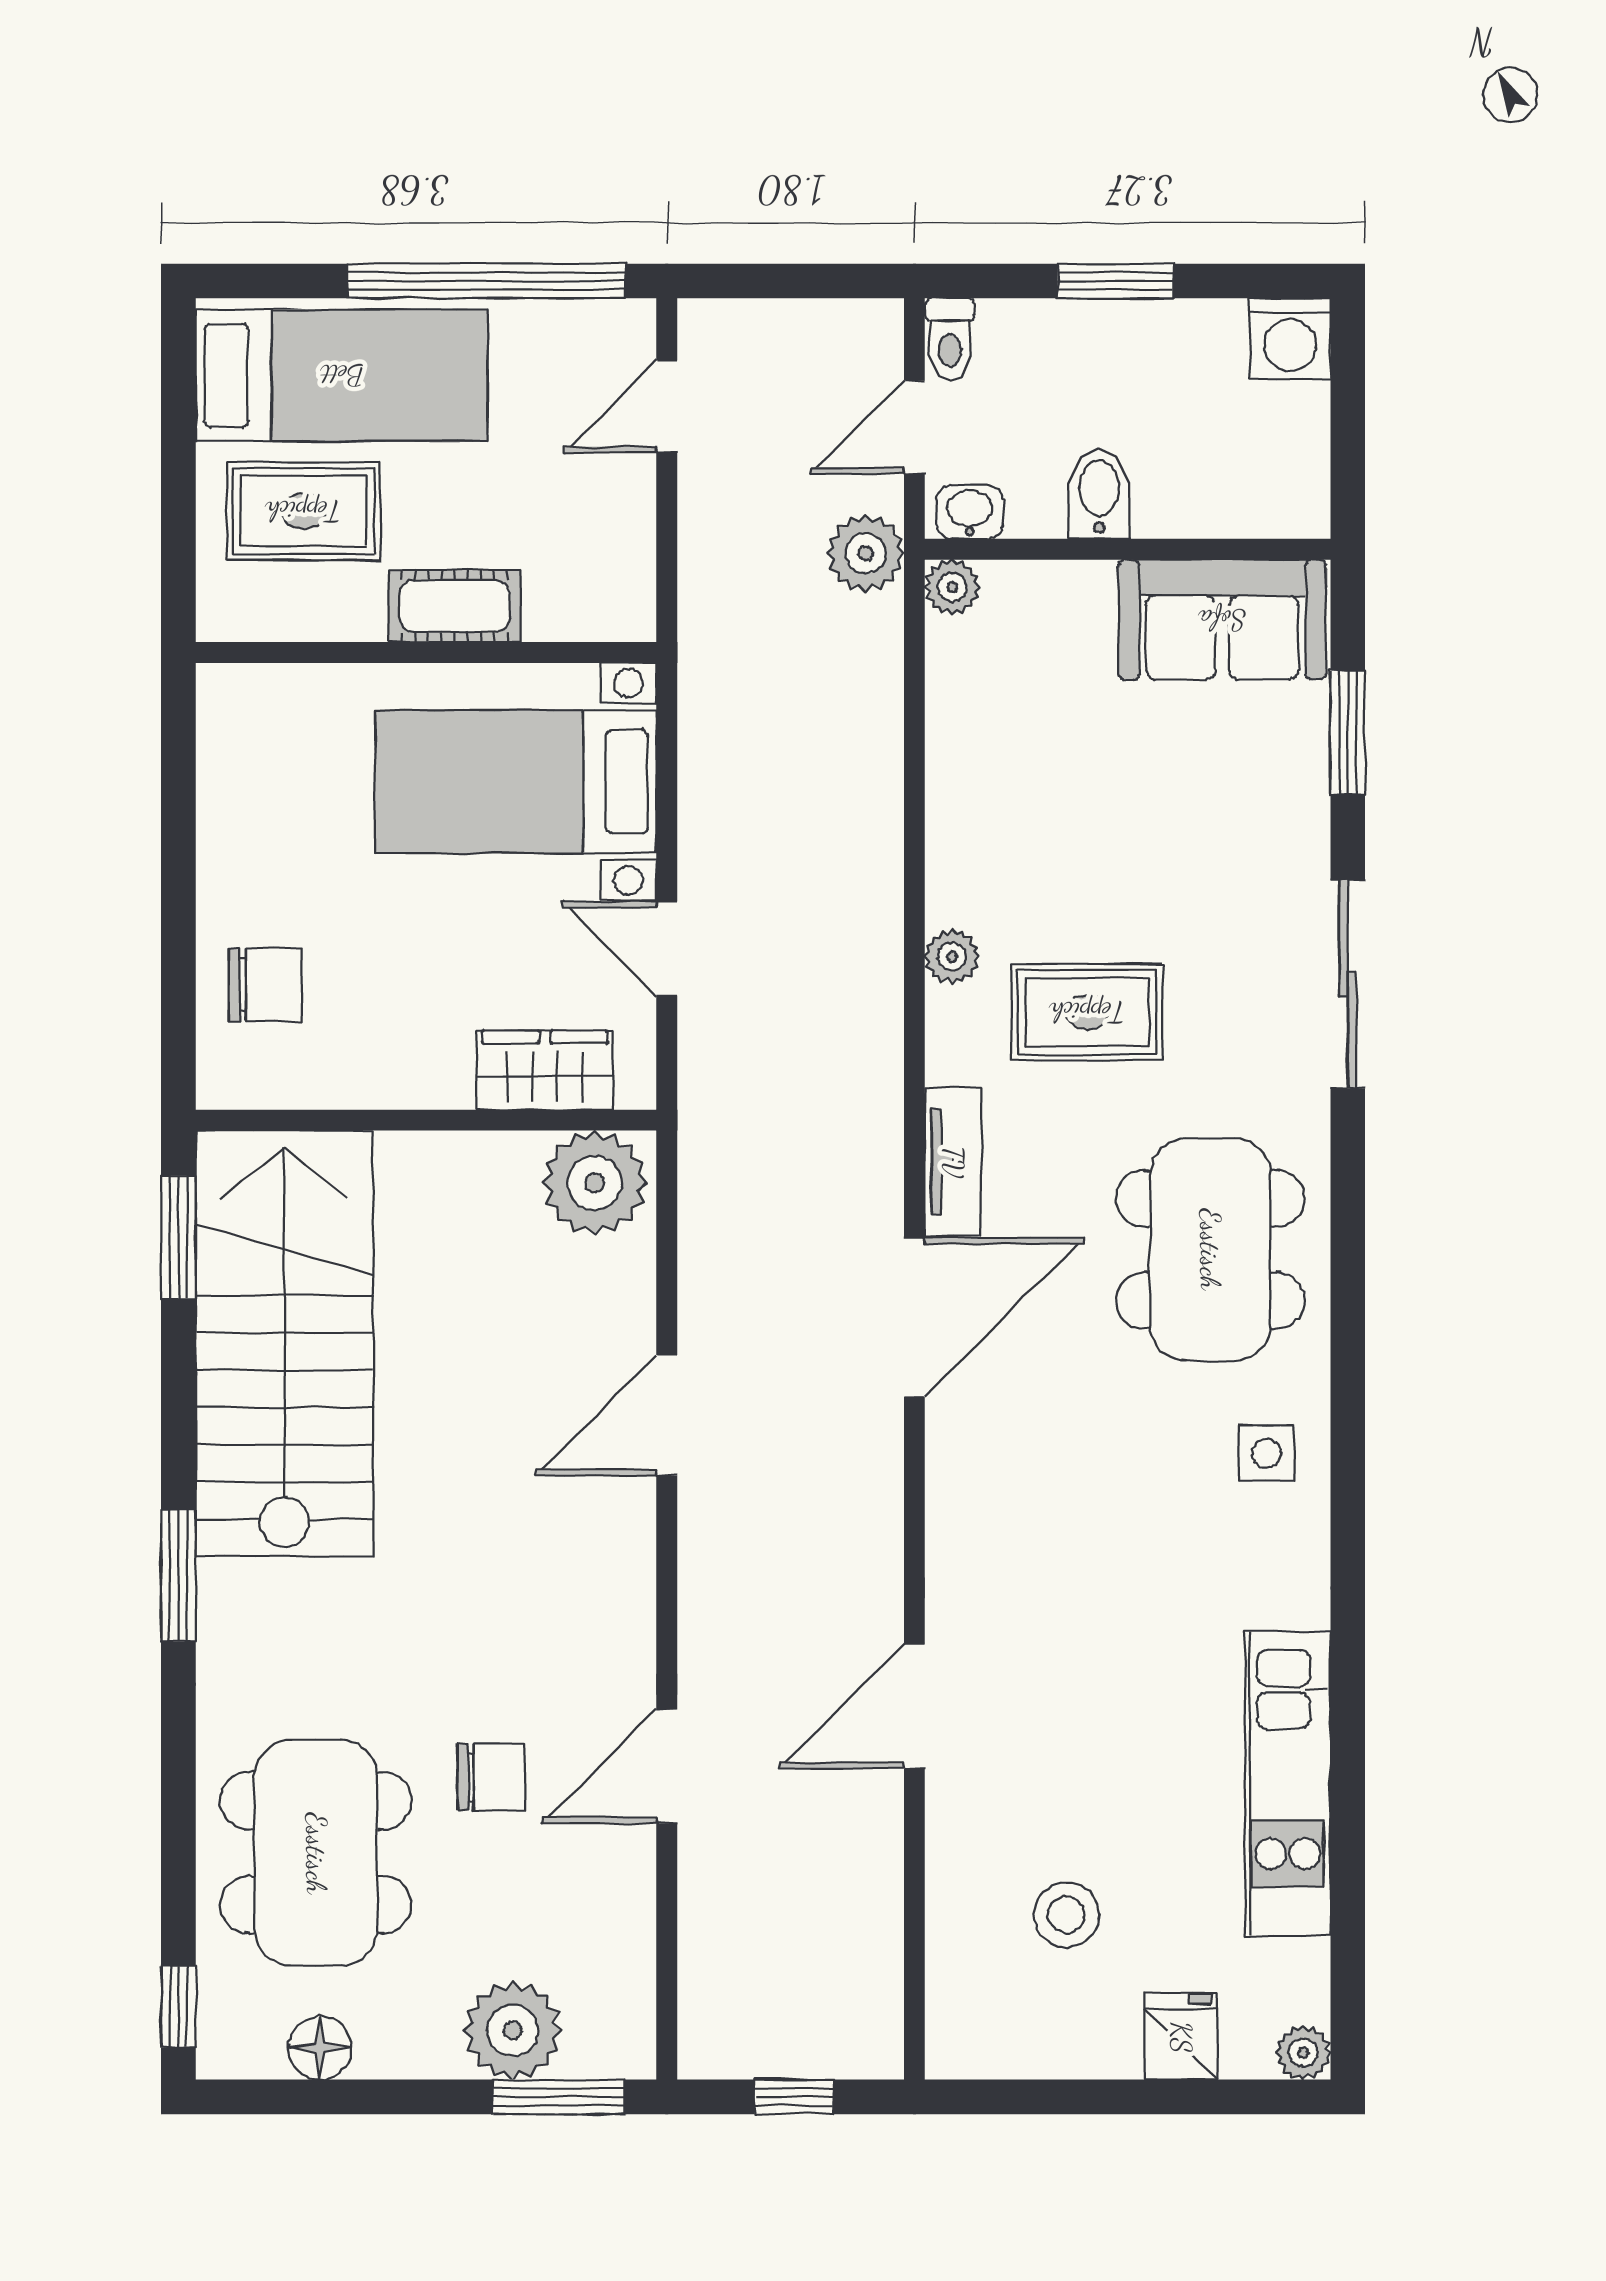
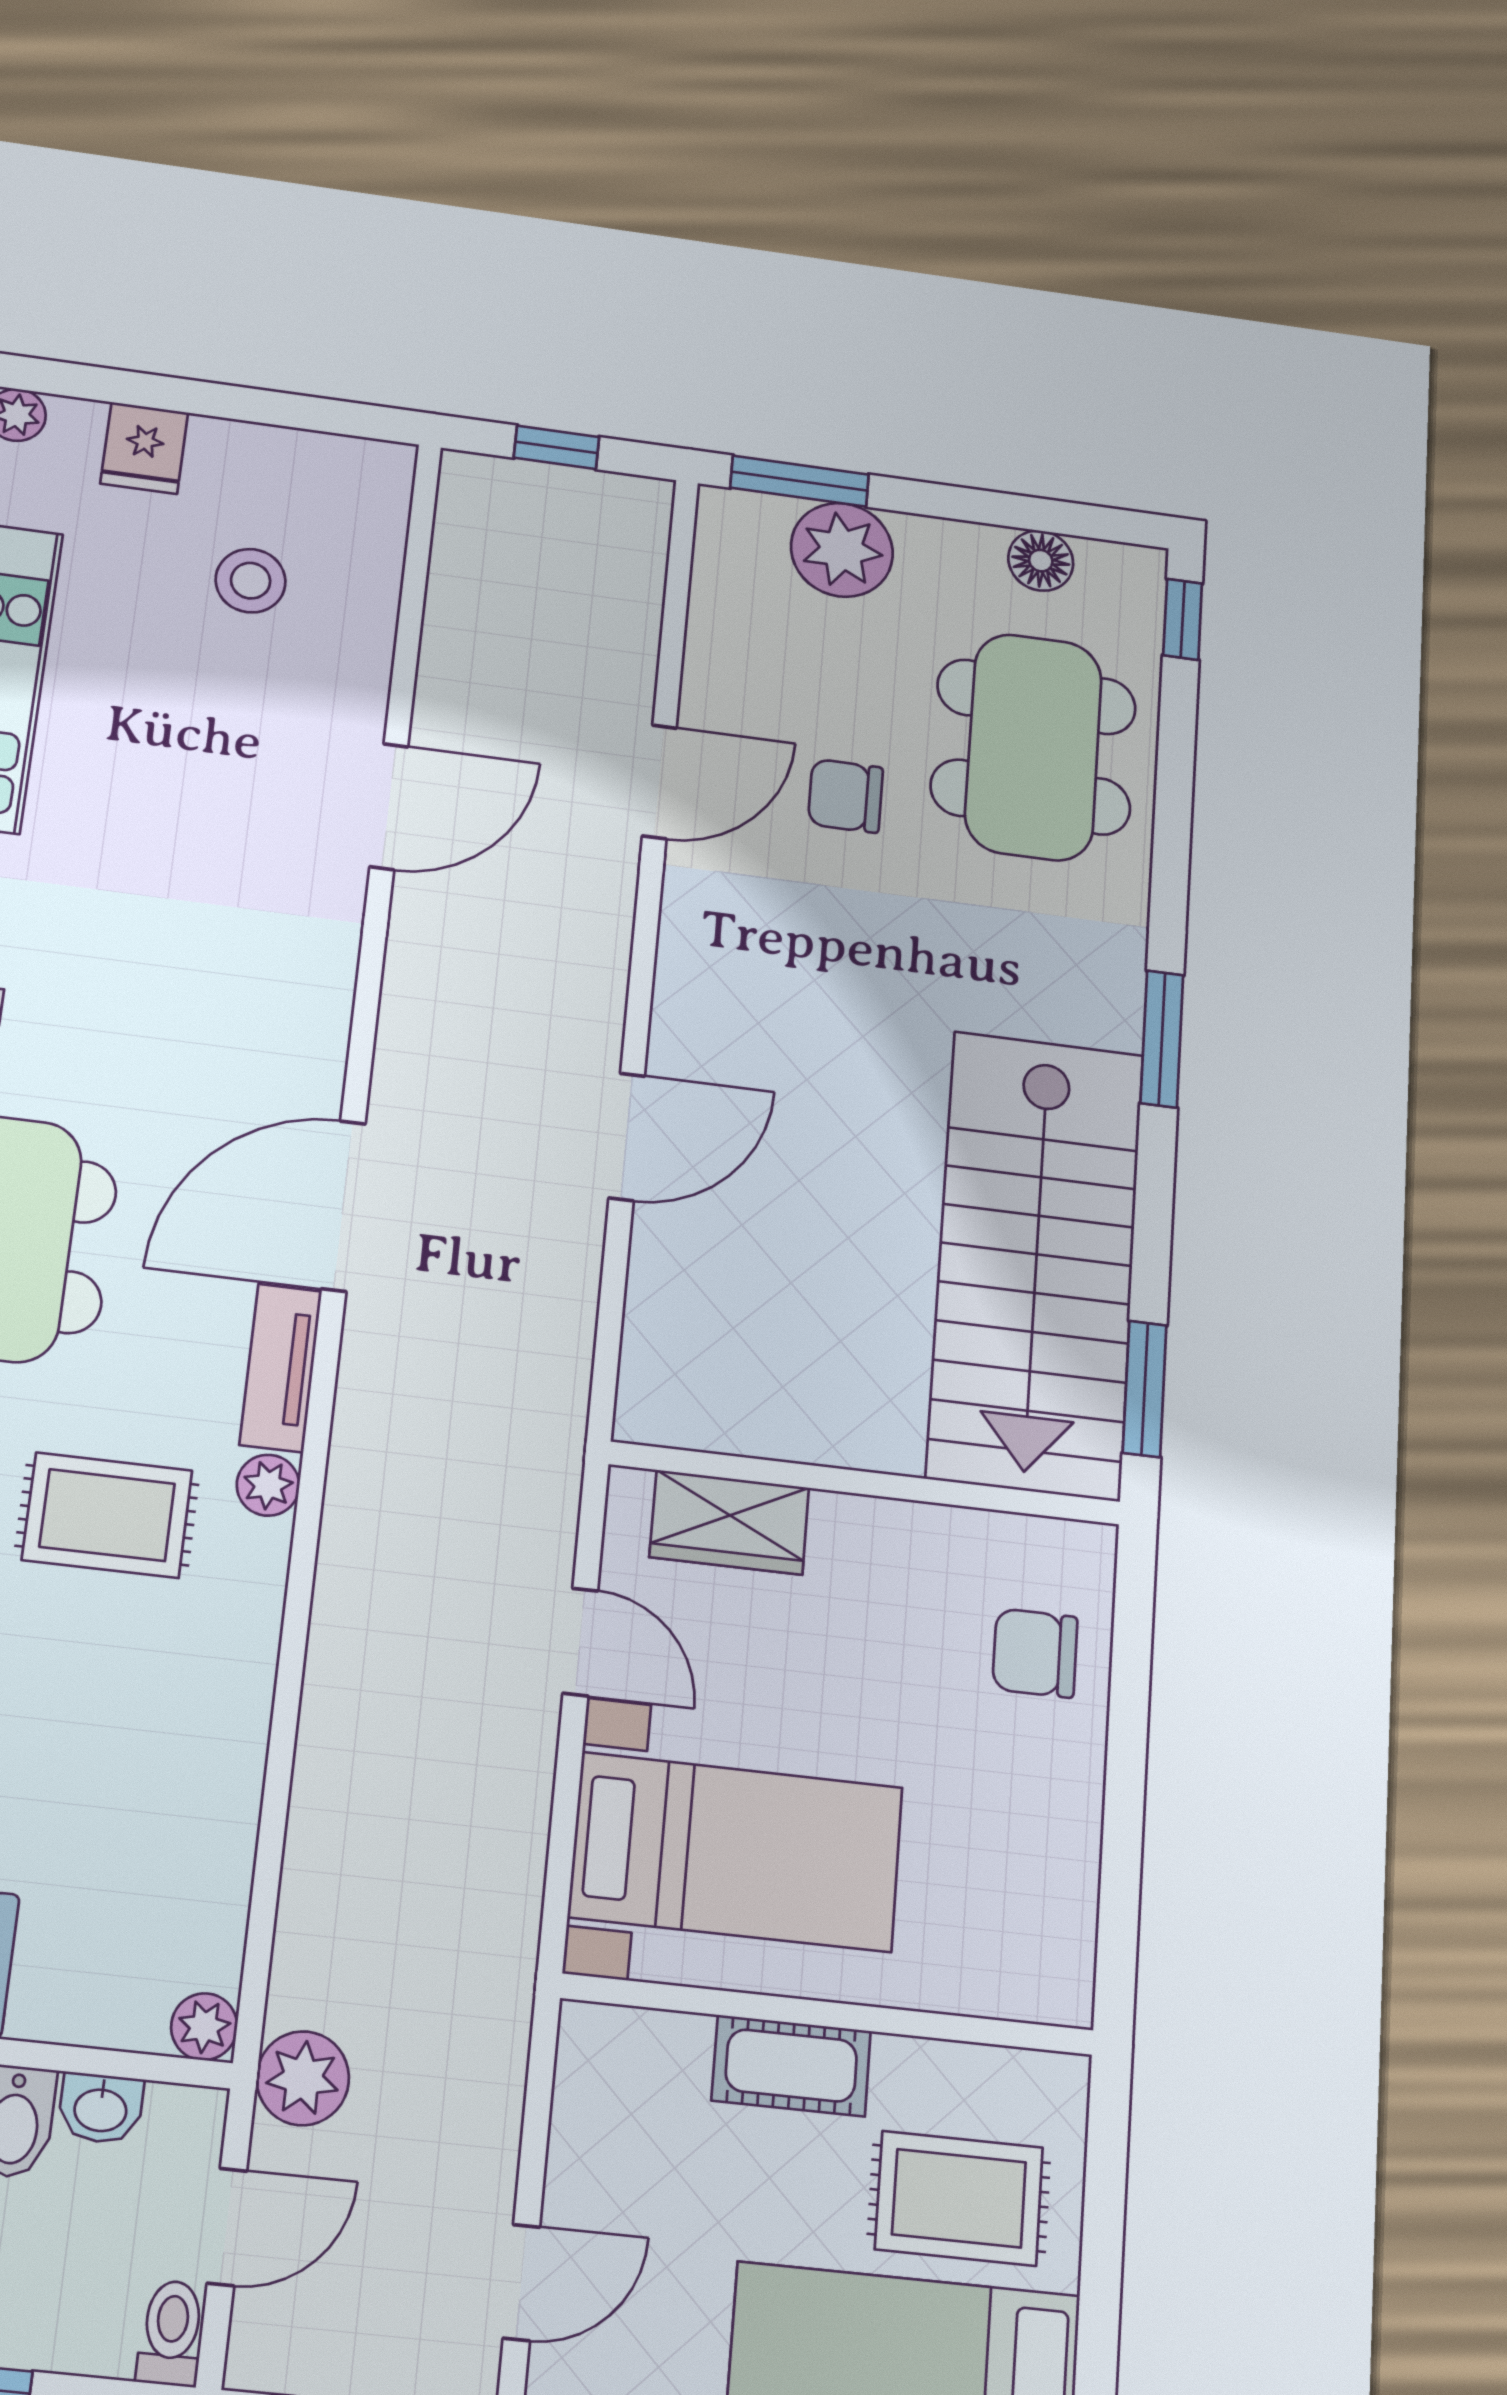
washbasin: (970, 512) -> (101, 2108), moved
plant: (952, 957) -> (268, 1485), moved
plant: (595, 1183) -> (684, 1393), removed

